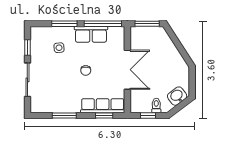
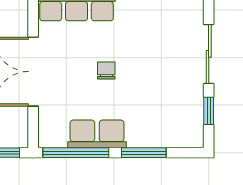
side table: (59, 48) -> (153, 110), removed

